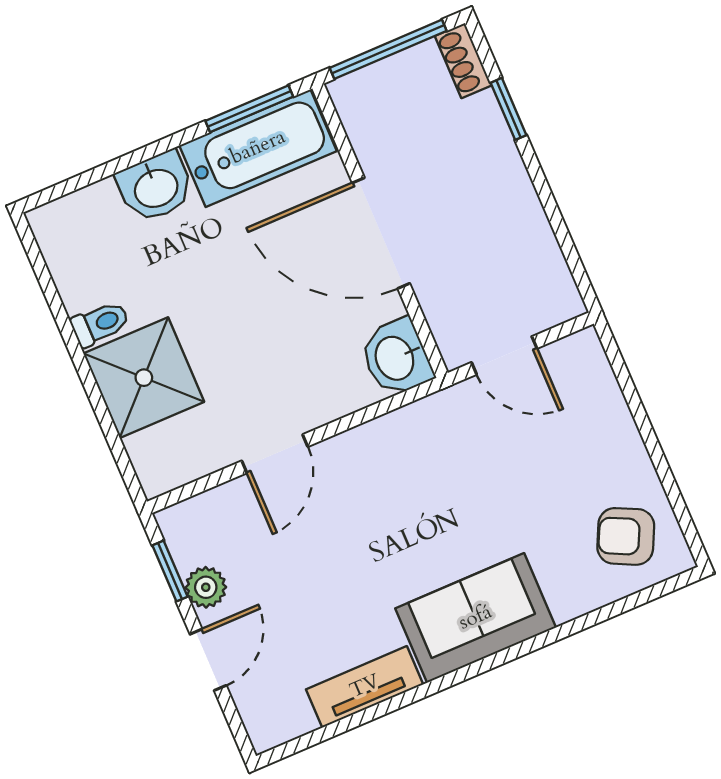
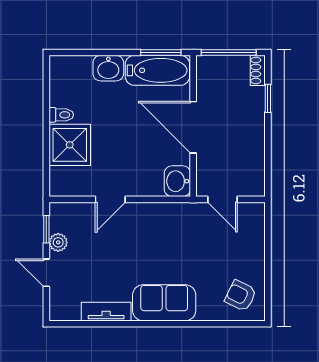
door: (208, 660) -> (46, 273), swing flipped

